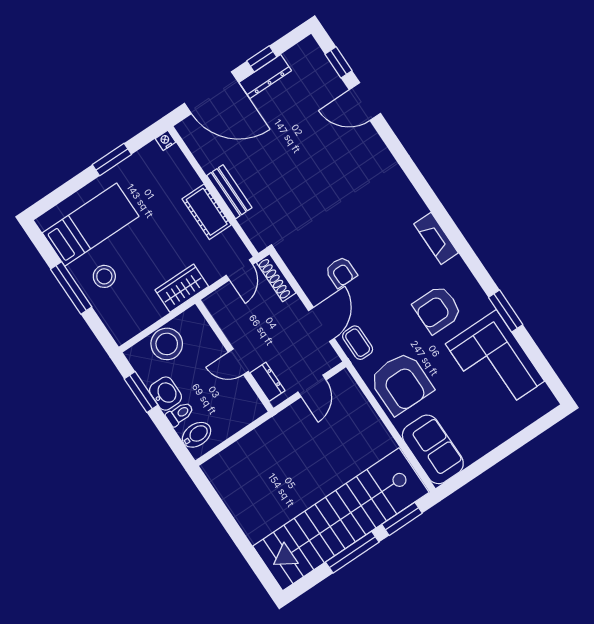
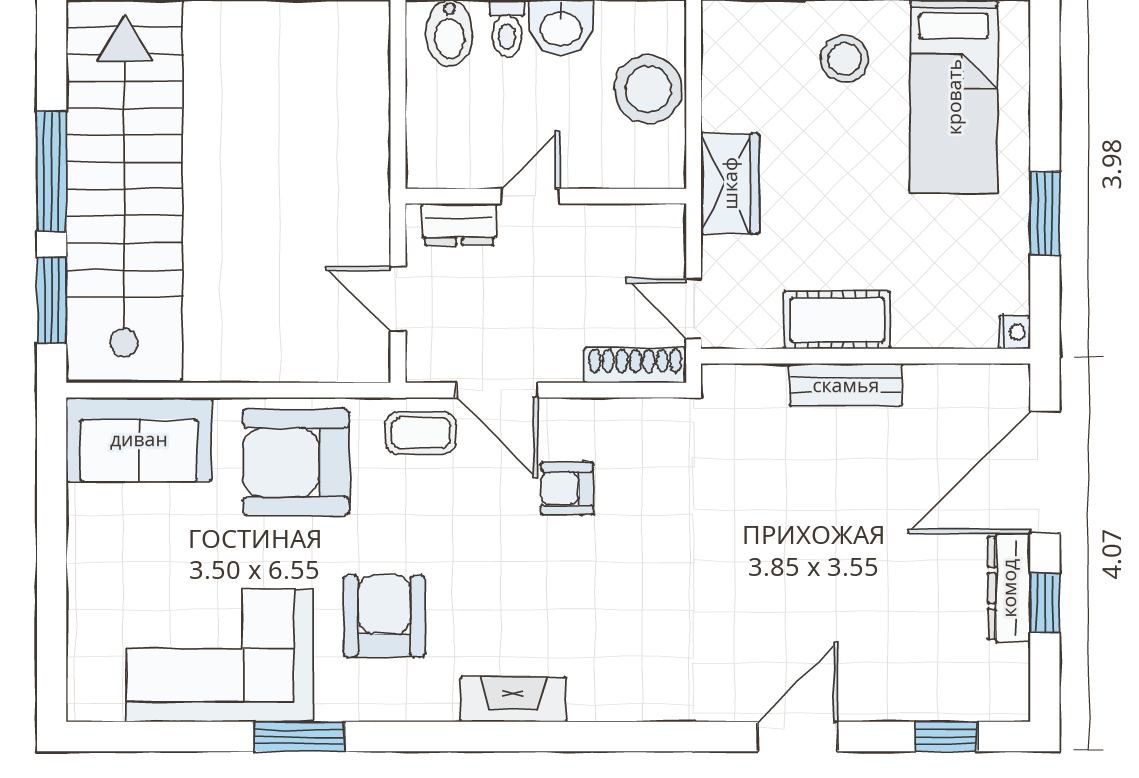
door: (365, 102) -> (798, 736), moved

